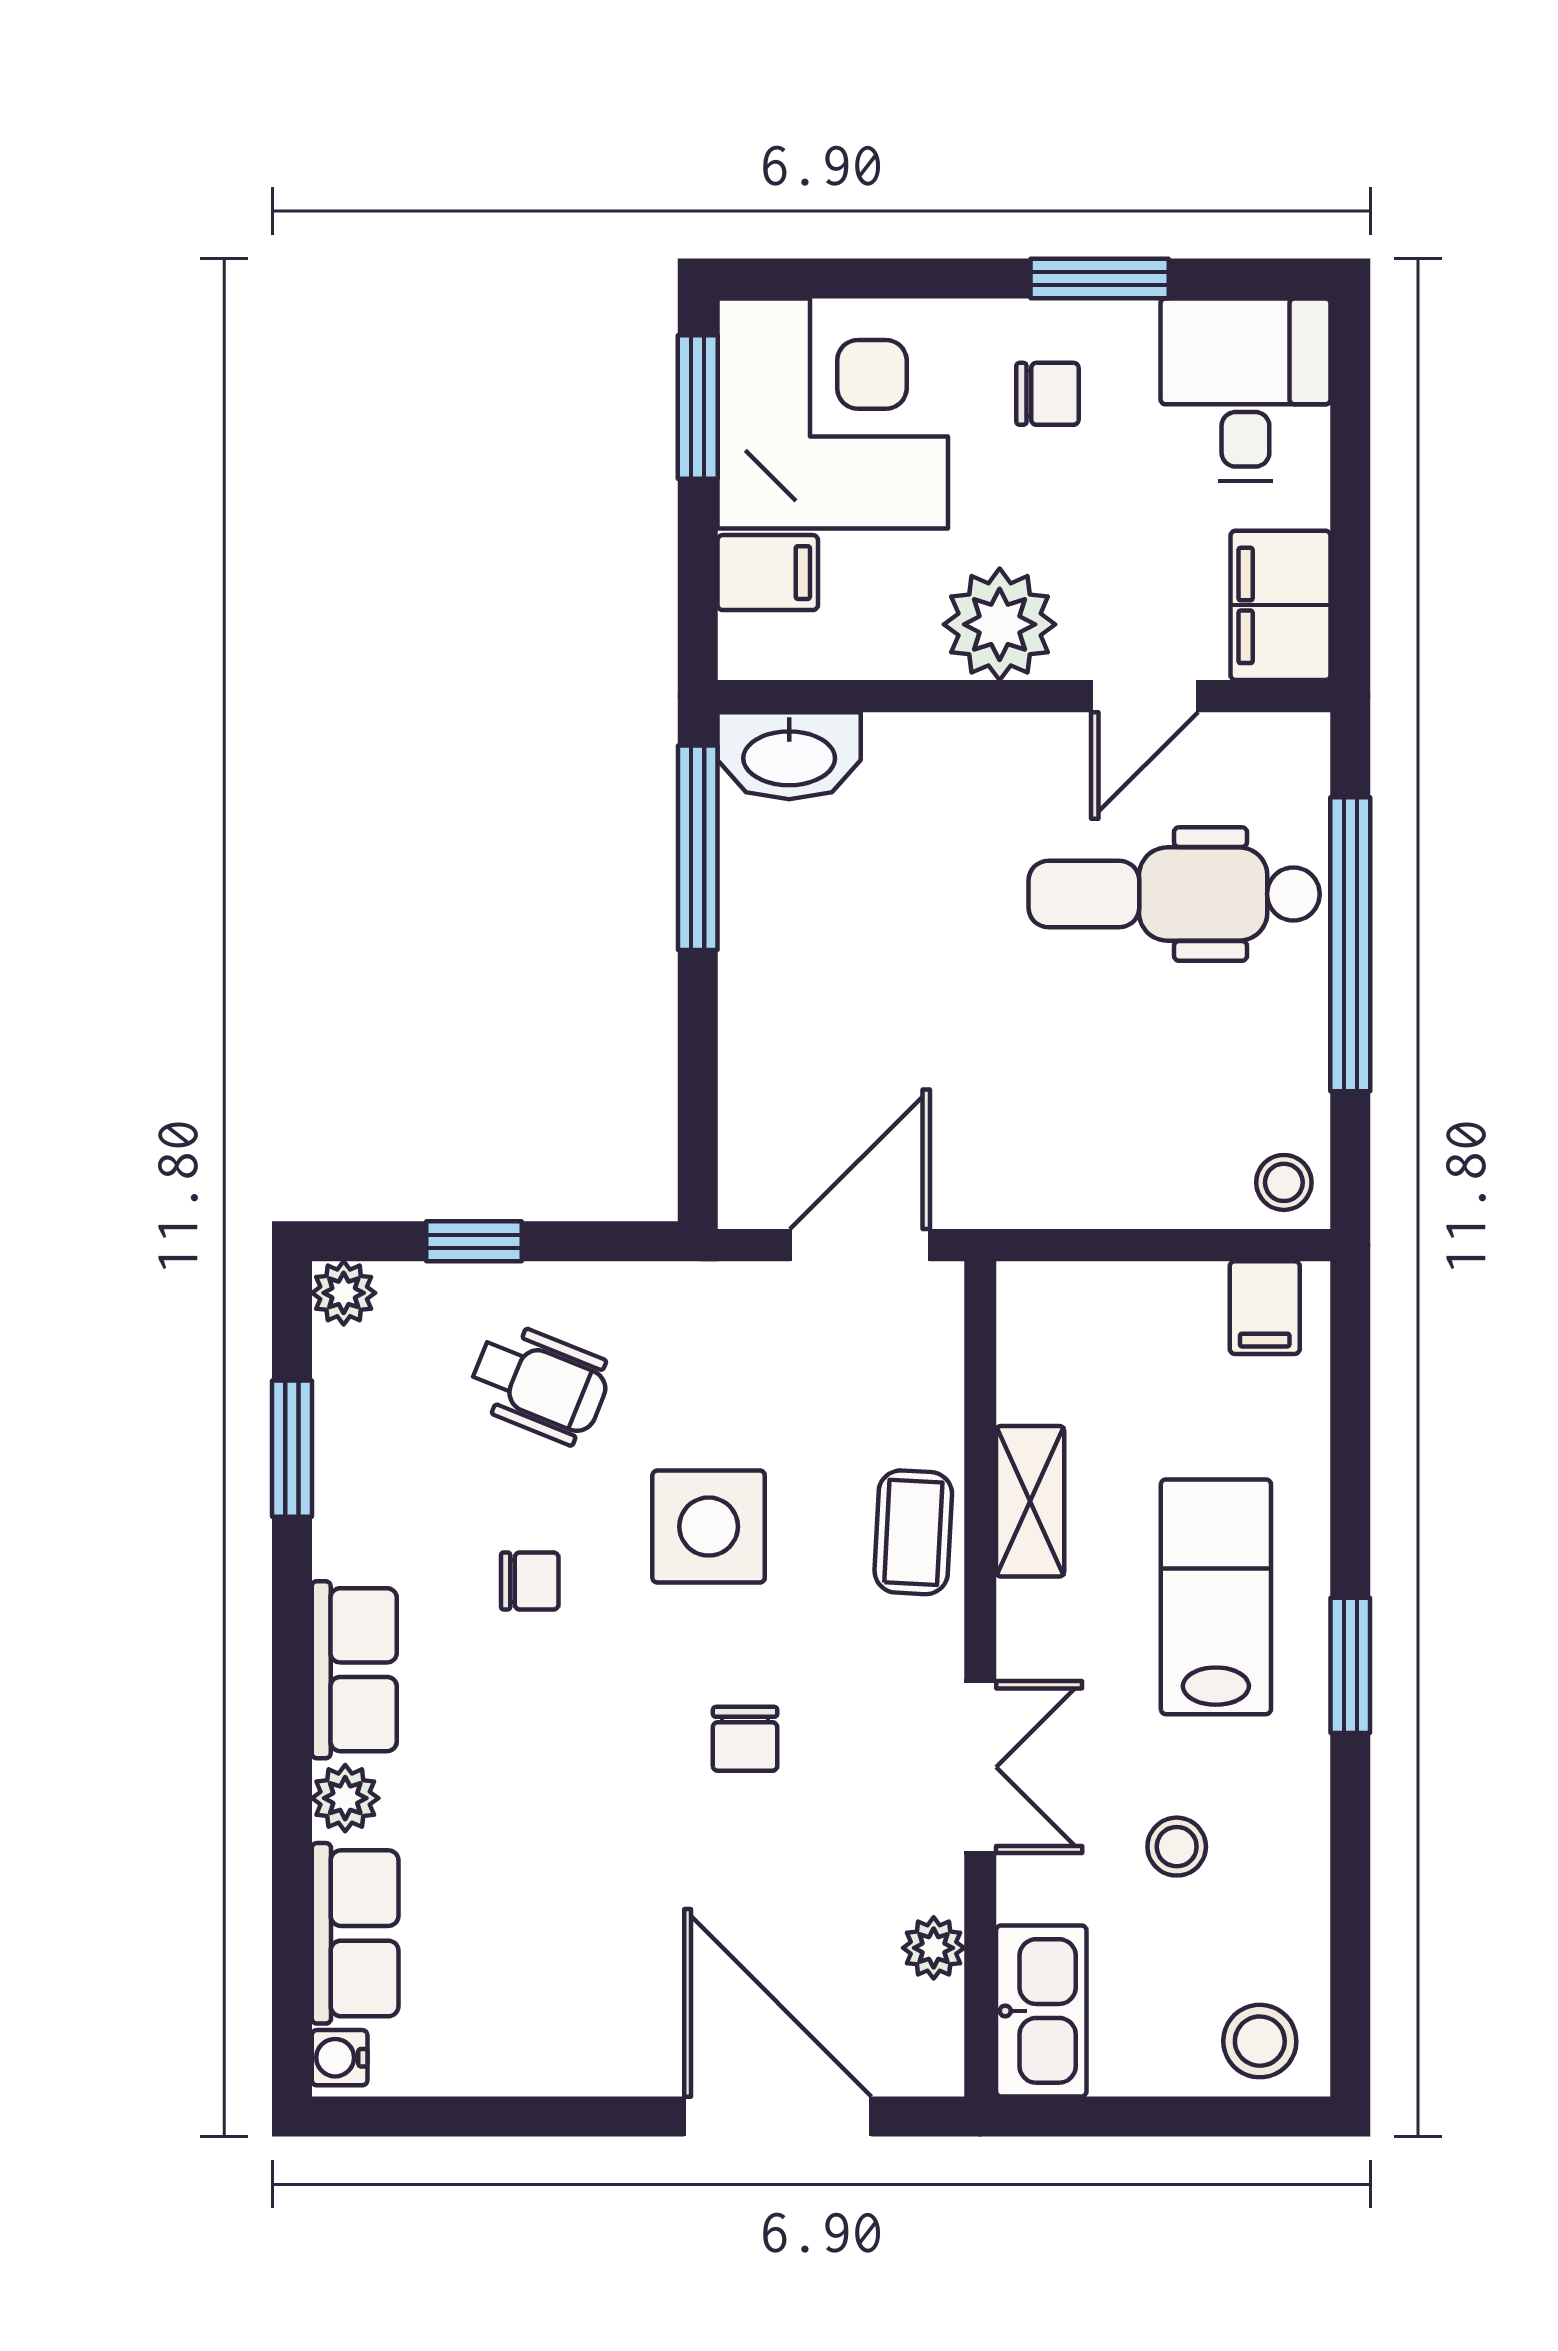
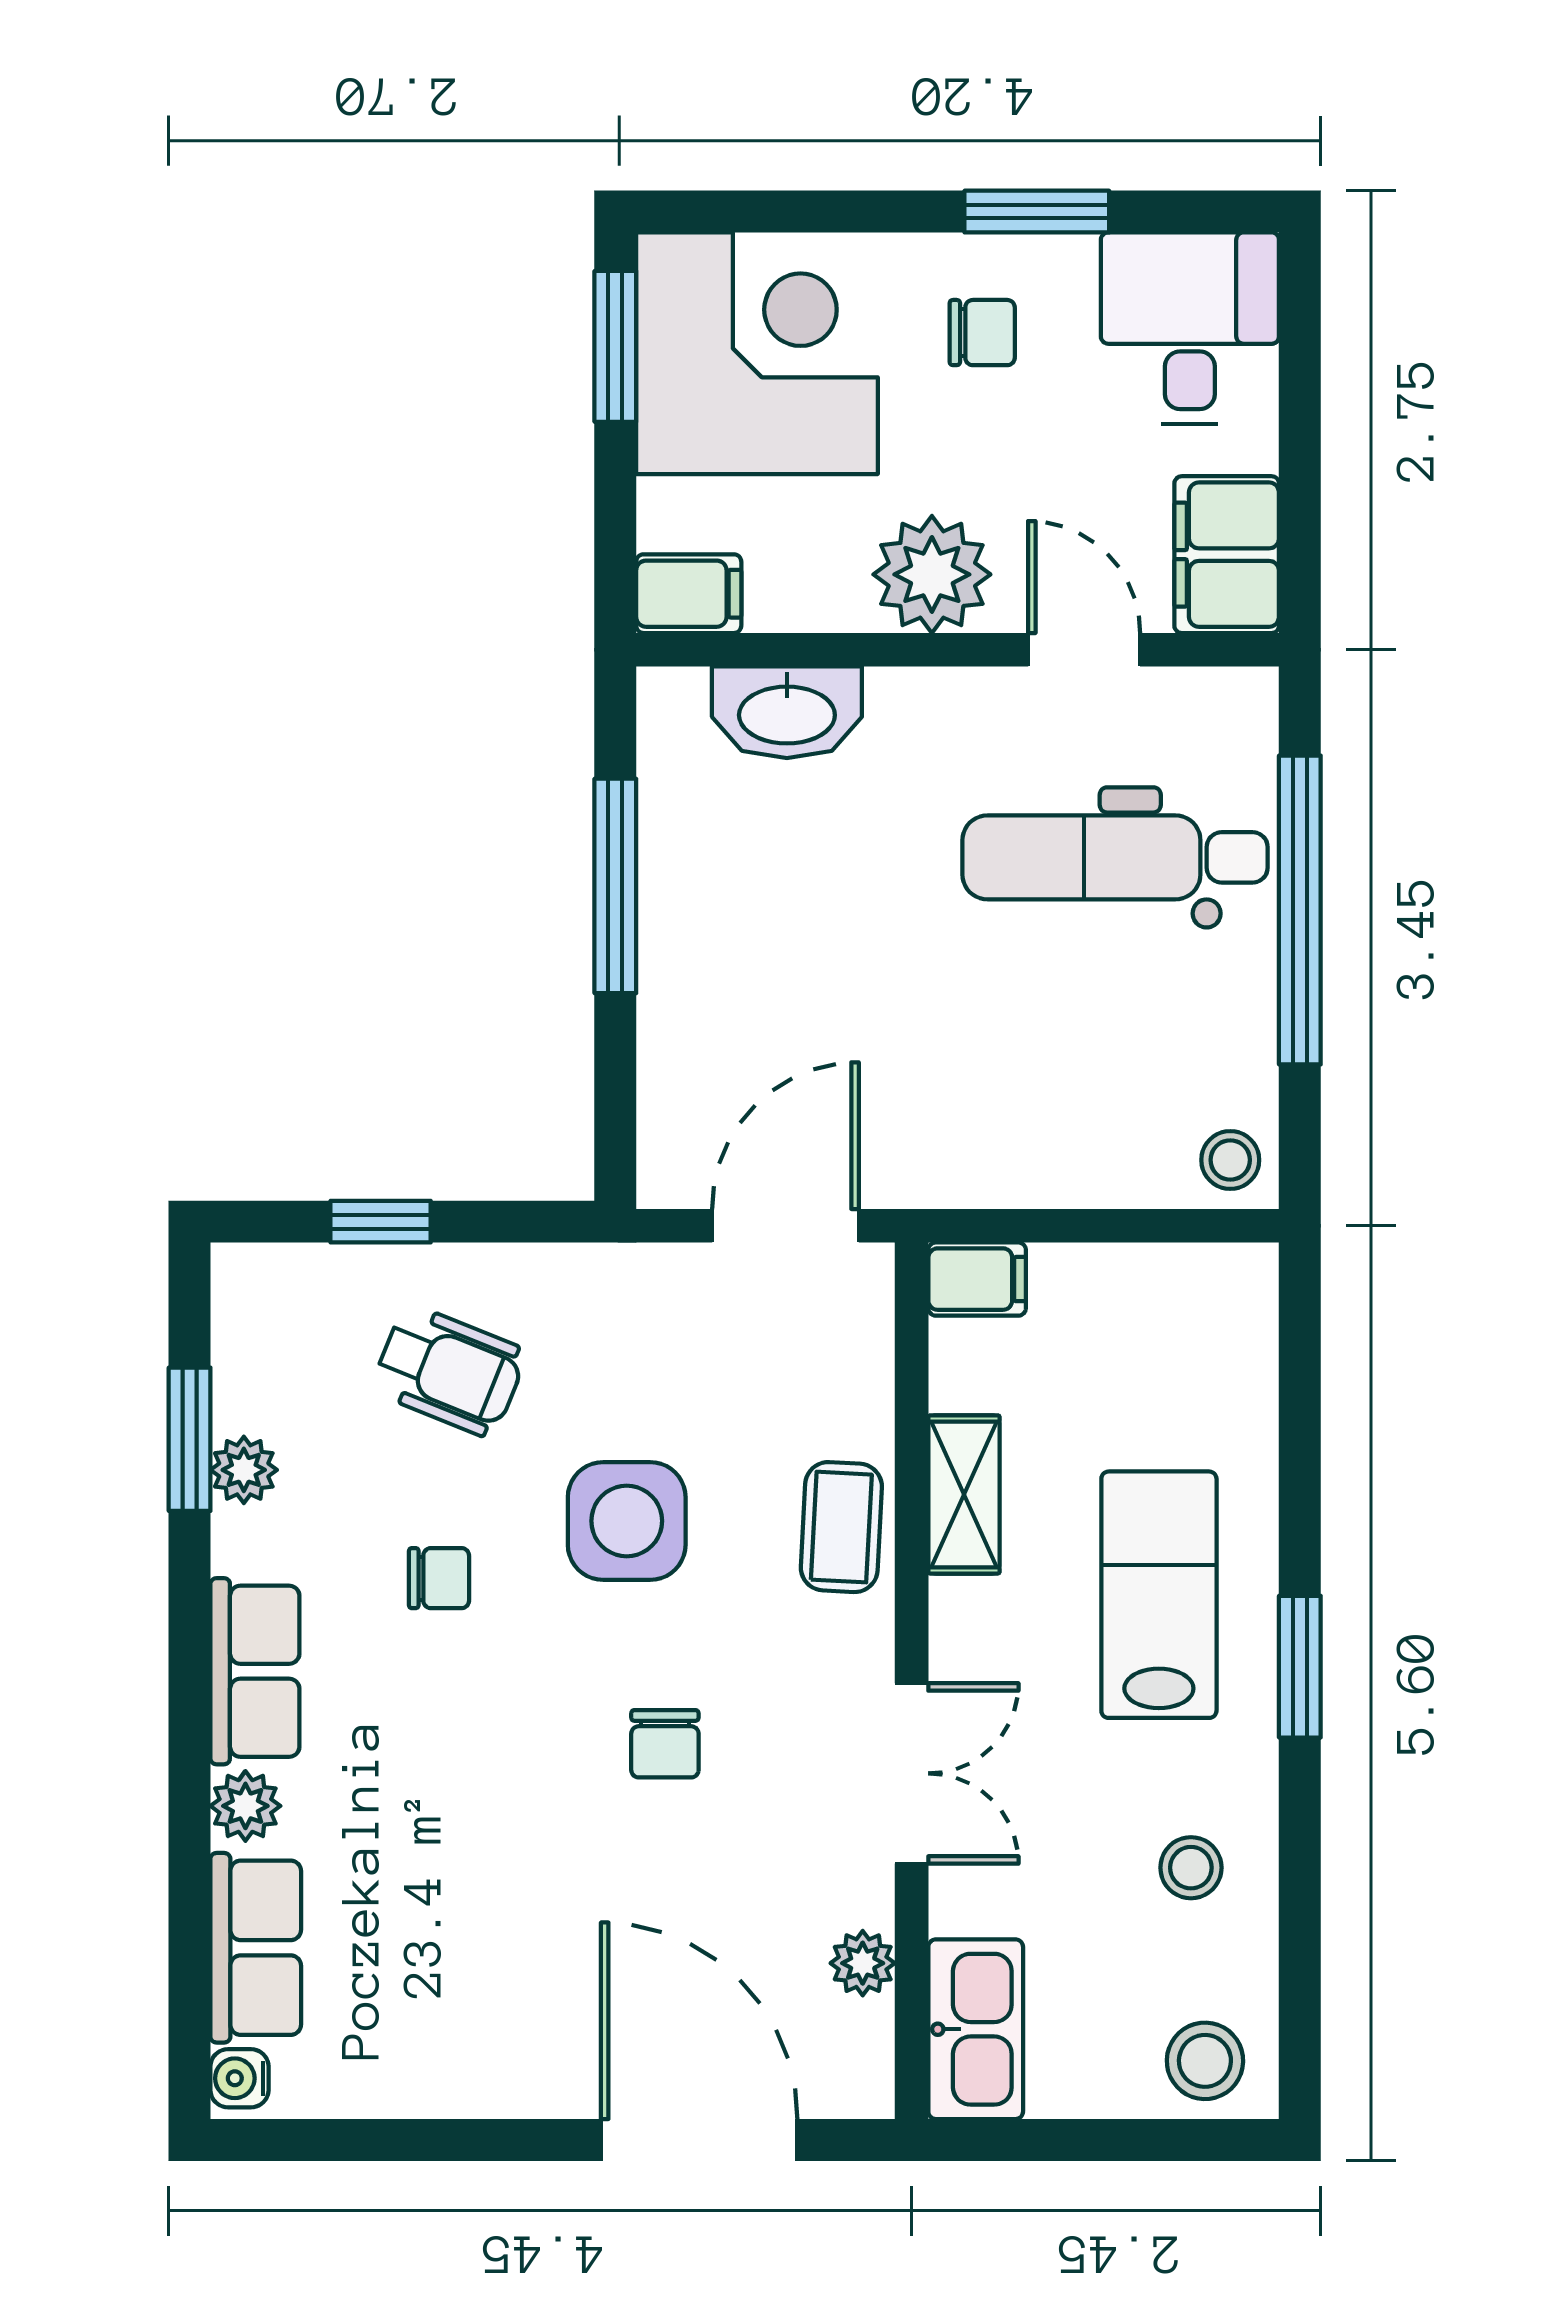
filing cabinet: (768, 573) -> (689, 594), moved
door: (1145, 696) -> (1084, 650), swing flipped
washbasin: (789, 756) -> (787, 712), moved
window: (698, 848) -> (615, 886), moved
plant: (344, 1293) -> (244, 1470), moved
filing cabinet: (1265, 1308) -> (977, 1279), moved, turned -90
stool: (1177, 1847) -> (1191, 1868), moved

